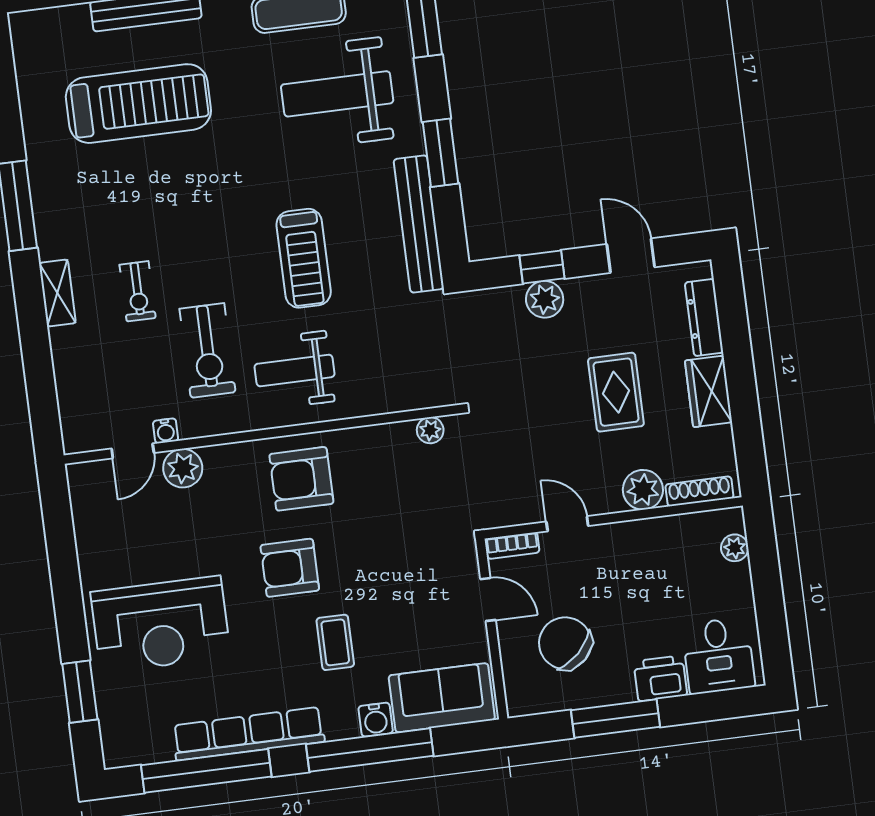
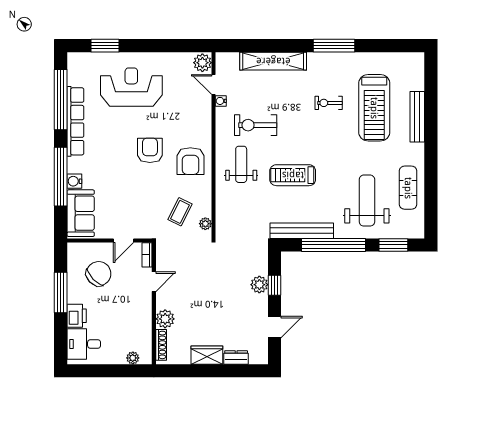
window: (440, 153) -> (333, 245), width x2.11
exercise bike: (138, 291) -> (329, 103), moved
shelving: (57, 293) -> (273, 61), width x2.20, depth x1.33
dresser: (704, 317) -> (236, 357), width x0.70
rug: (616, 392) -> (212, 312), removed
plant: (183, 468) -> (202, 63), moved
armchair: (301, 479) -> (190, 161), turned 180
reception desk: (161, 624) -> (131, 87), turned 90
coffee table: (335, 642) -> (180, 212), moved, turned -64

